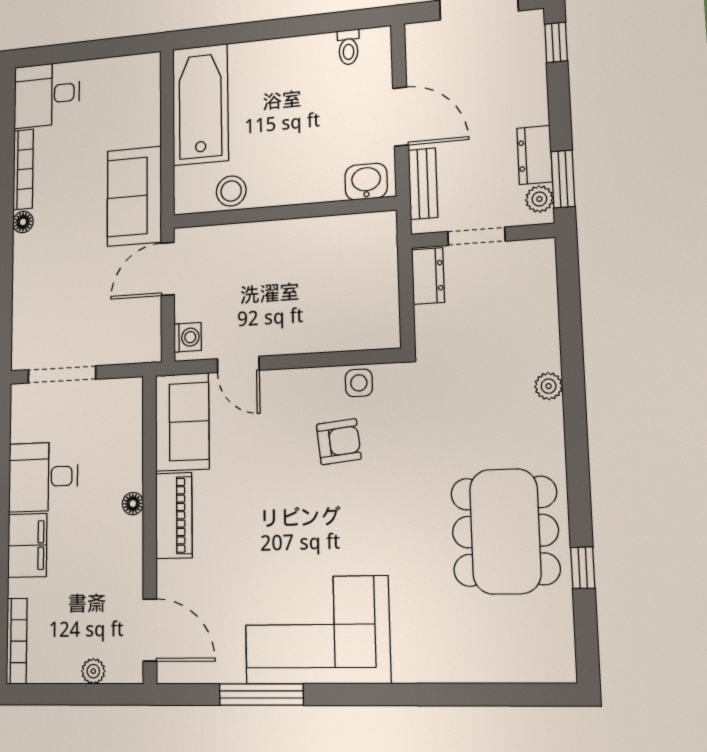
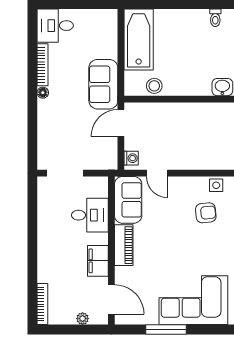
desk: (43, 477) -> (90, 215), moved, turned 180
floor lamp: (133, 504) -> (103, 239), removed
filing cabinet: (27, 545) -> (98, 261), moved, turned 180

